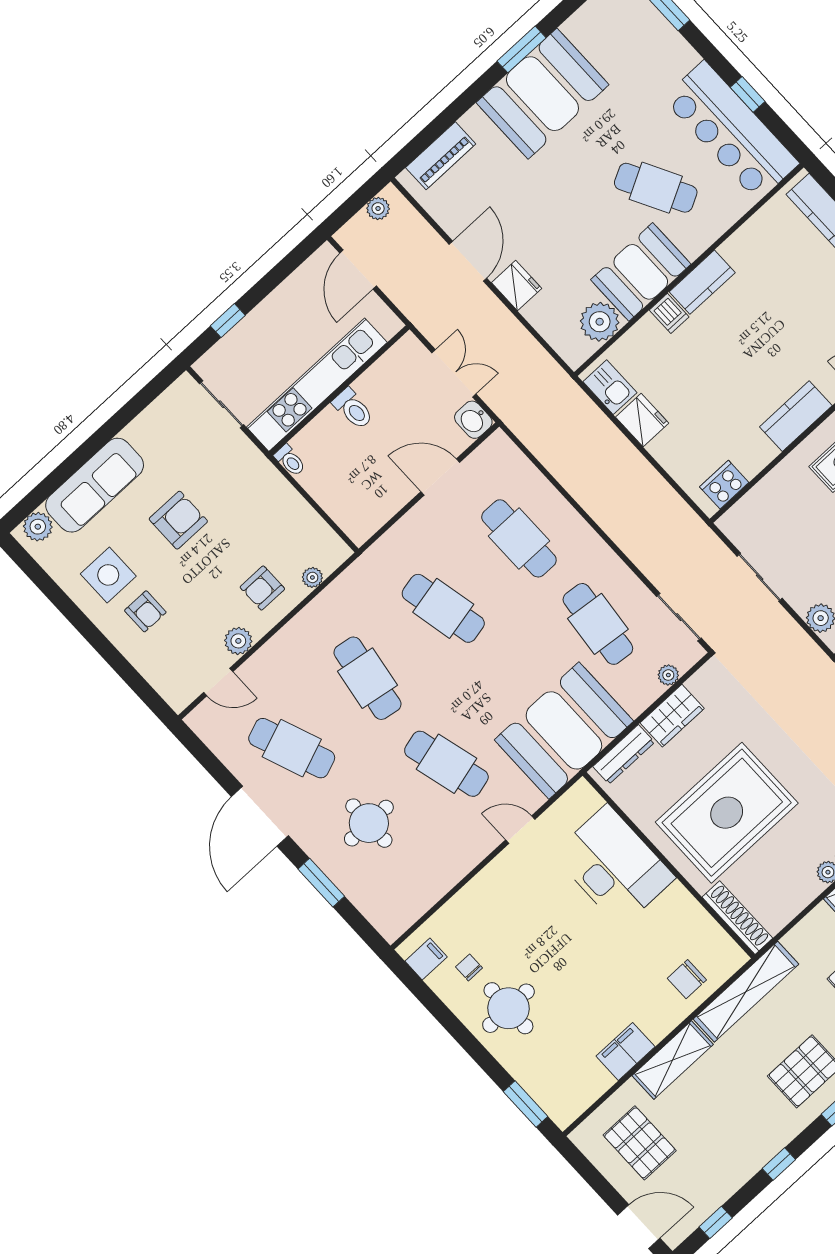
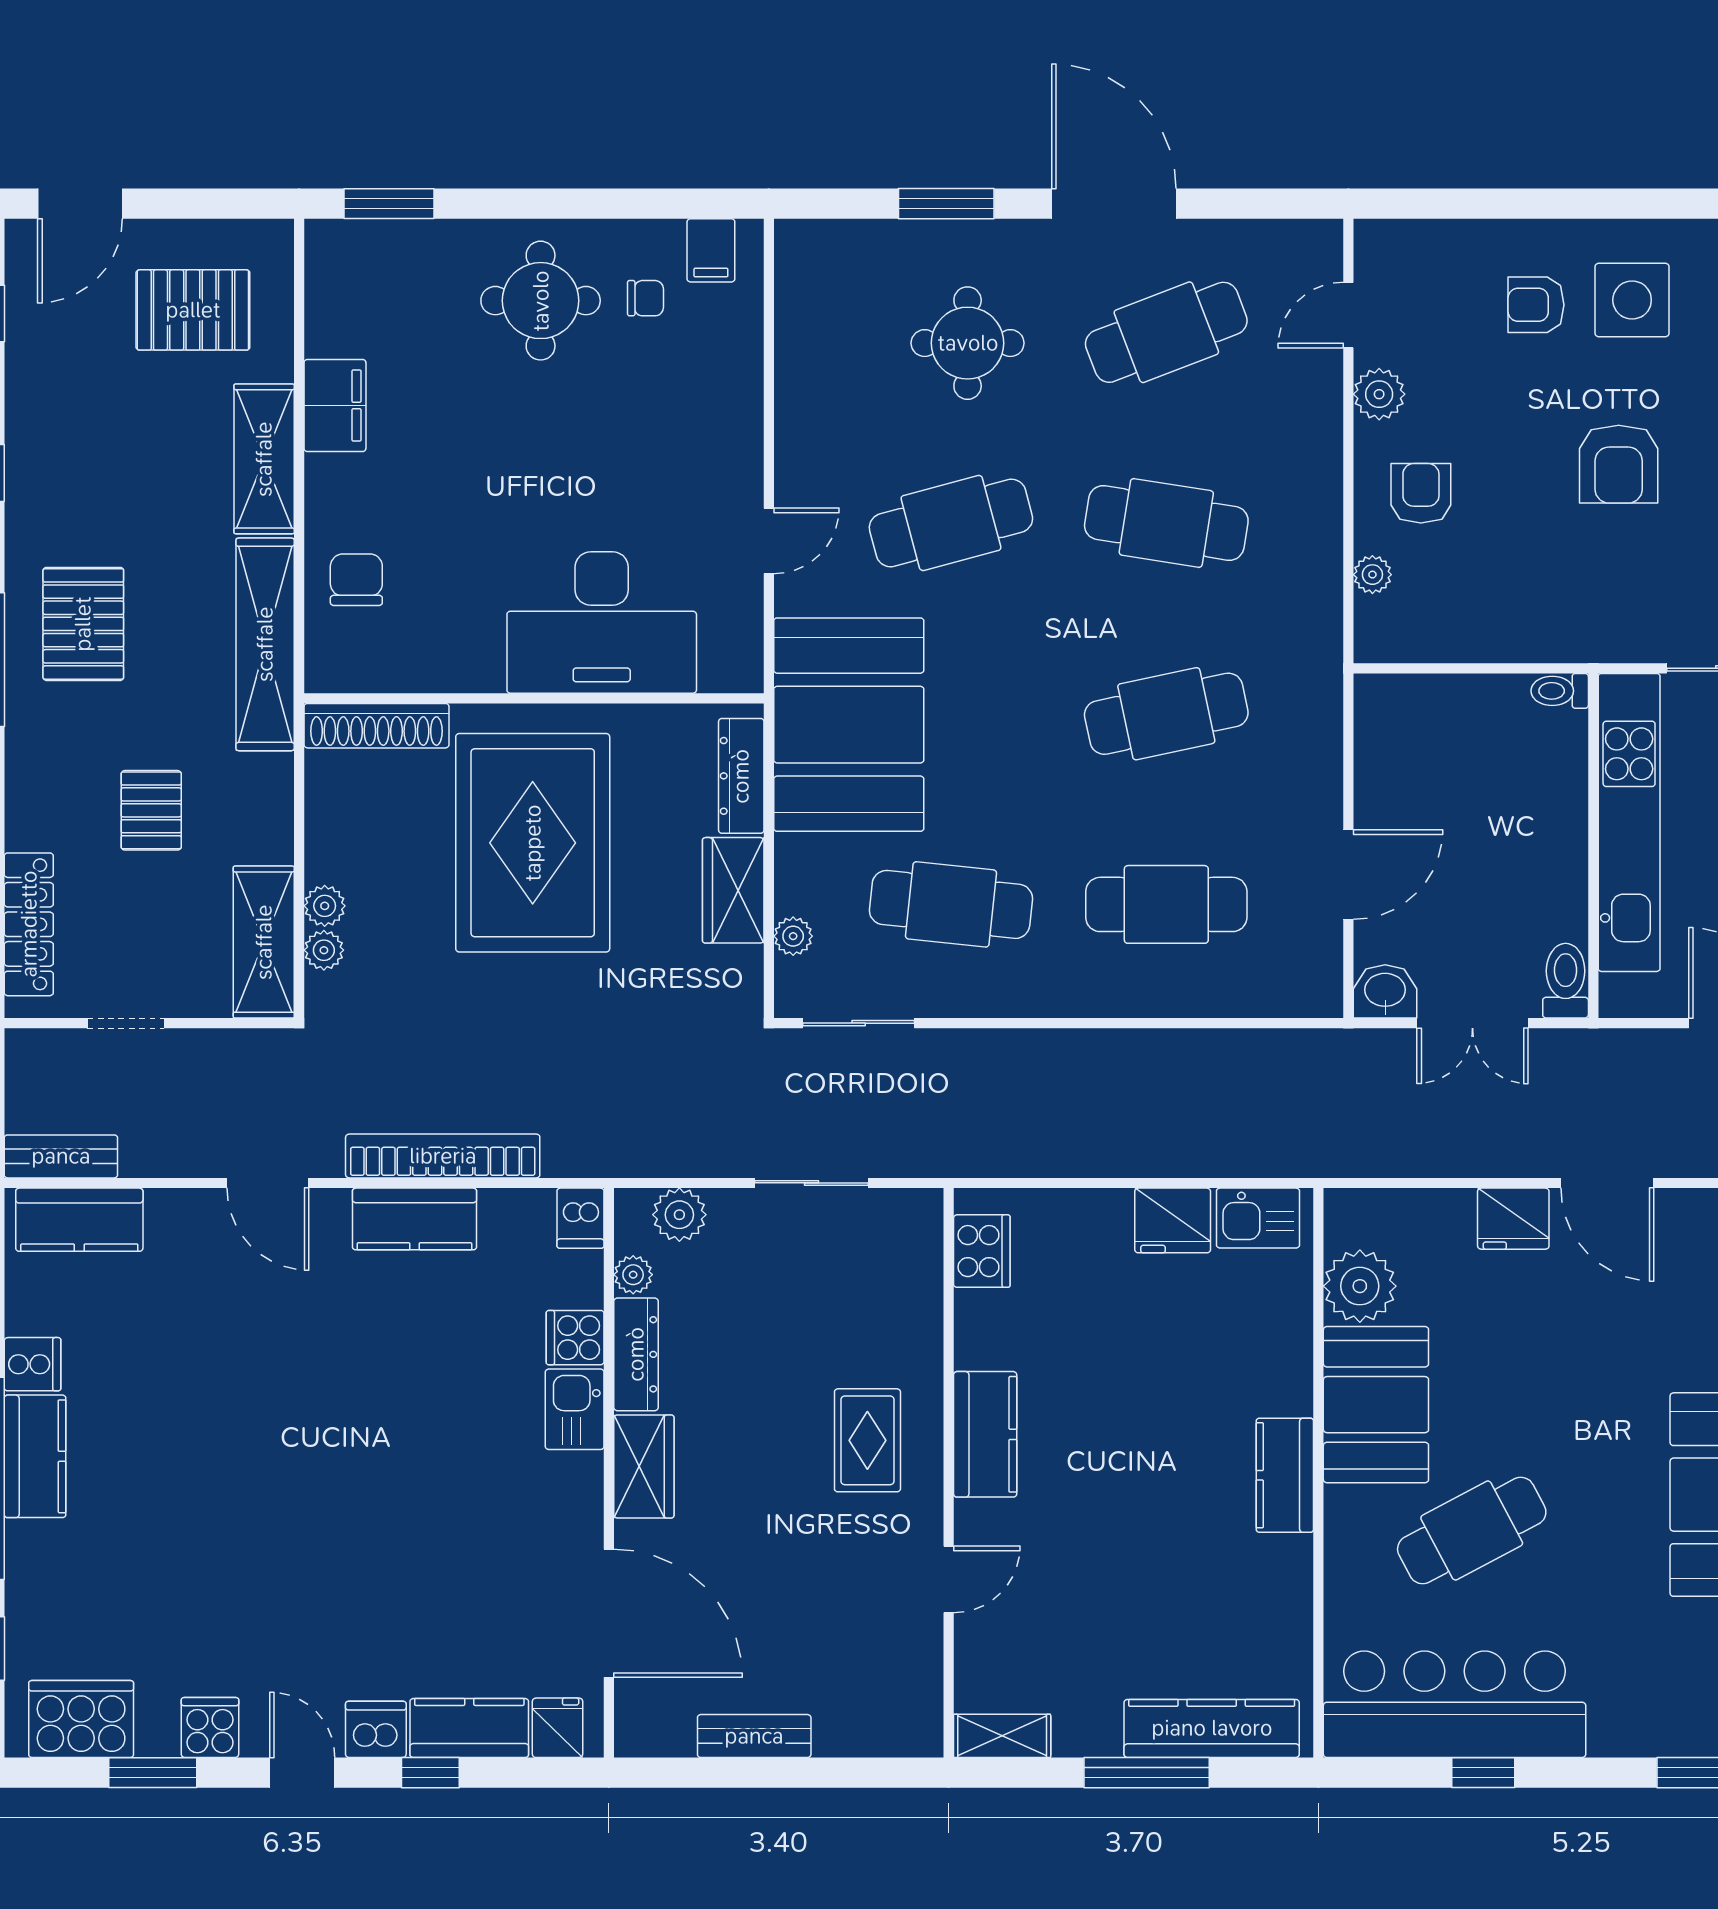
dishwasher: (669, 313) -> (1284, 1391), removed
toilet: (353, 409) -> (1566, 981), moved, turned 90

